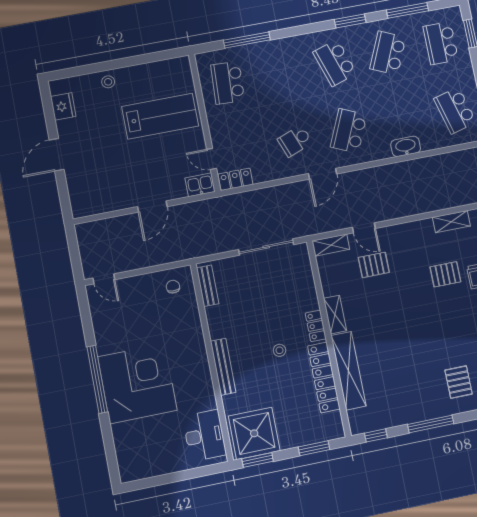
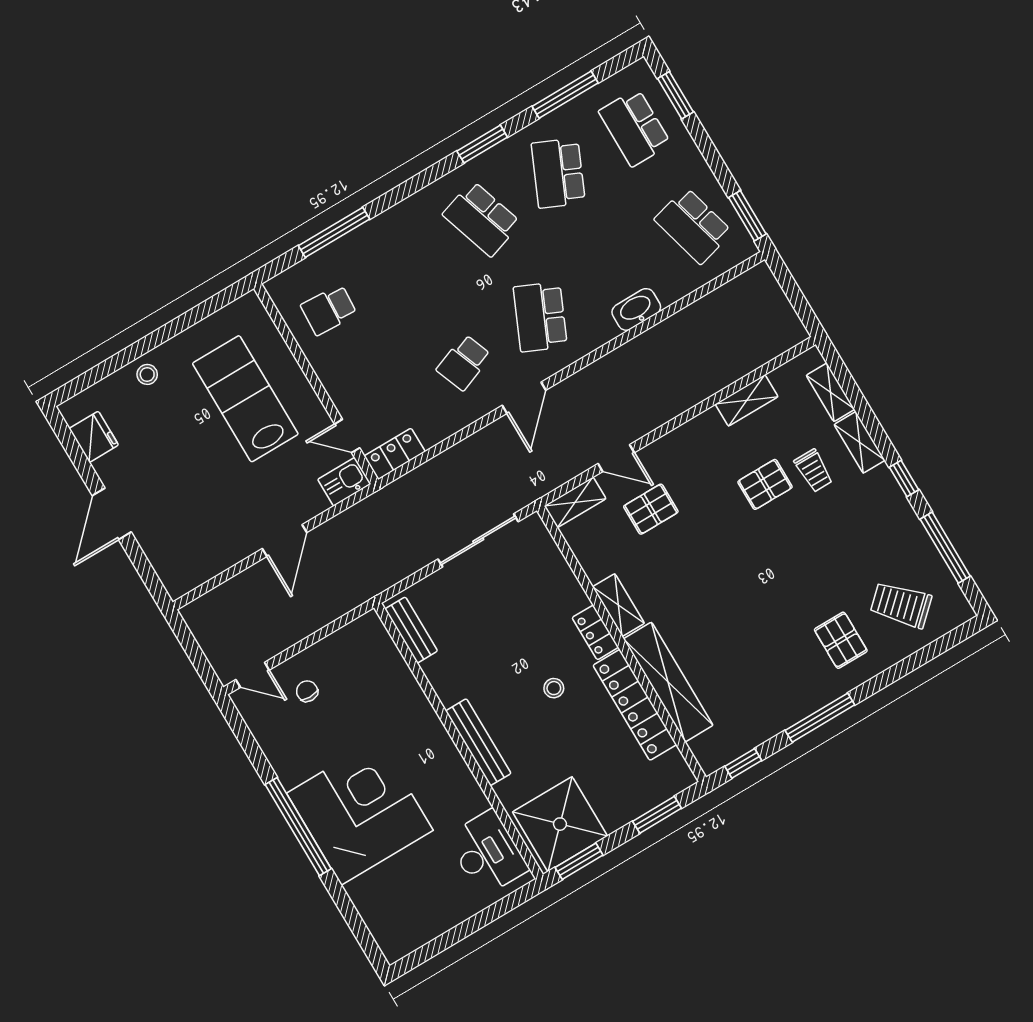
school desk: (228, 83) -> (329, 310), width x0.54
lab bench: (160, 116) -> (245, 399), turned -90
chair: (173, 287) -> (307, 691), moved

